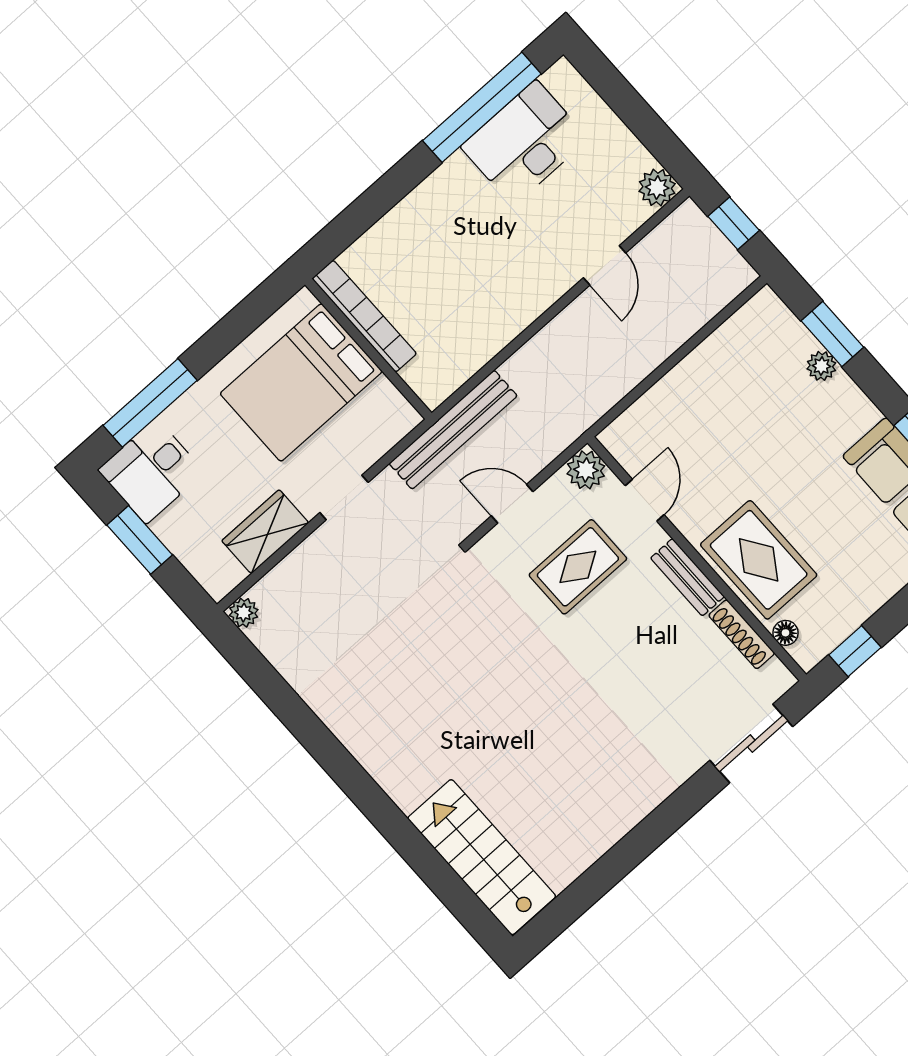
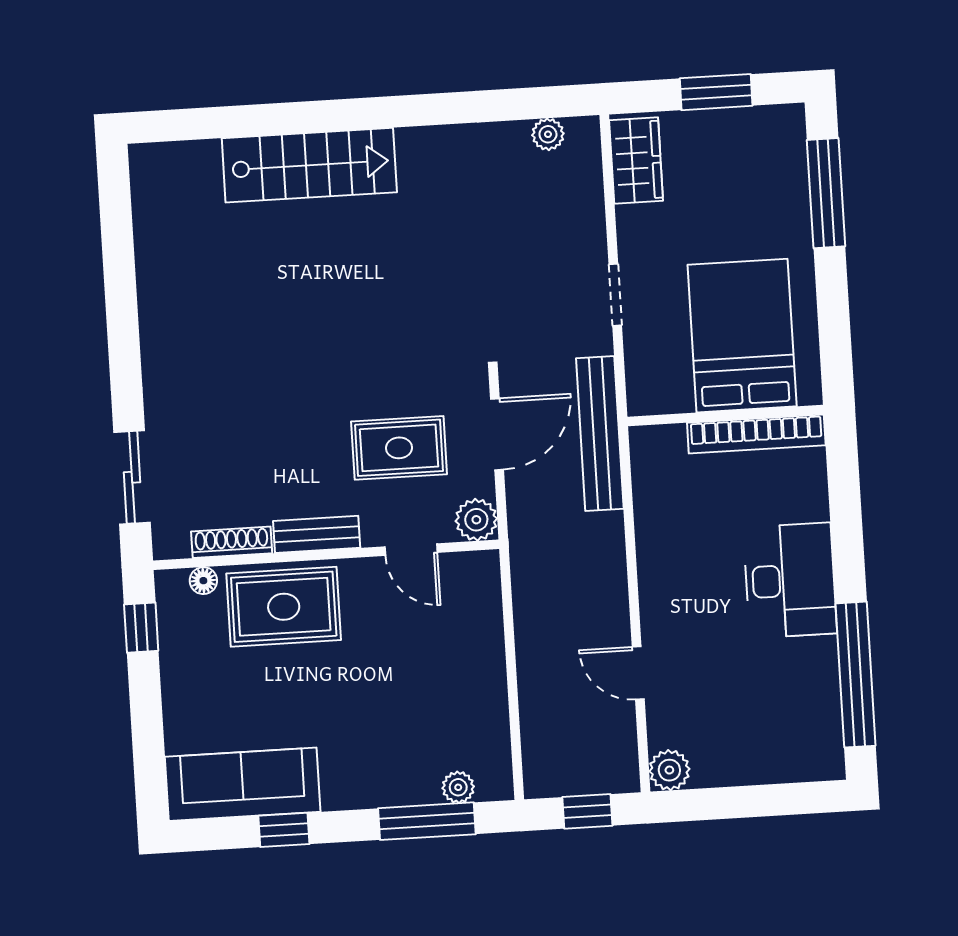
desk: (525, 143) -> (790, 580), moved
window: (832, 334) -> (427, 821), width x1.44
plant: (821, 366) -> (458, 787), moved
desk: (151, 471) -> (767, 148), removed
door: (512, 504) -> (497, 434), width x1.38
wardrobe: (265, 532) -> (636, 161), moved
rug: (578, 567) -> (399, 448), turned 90
plant: (244, 613) -> (548, 134), moved
stairs: (482, 857) -> (309, 165), moved

